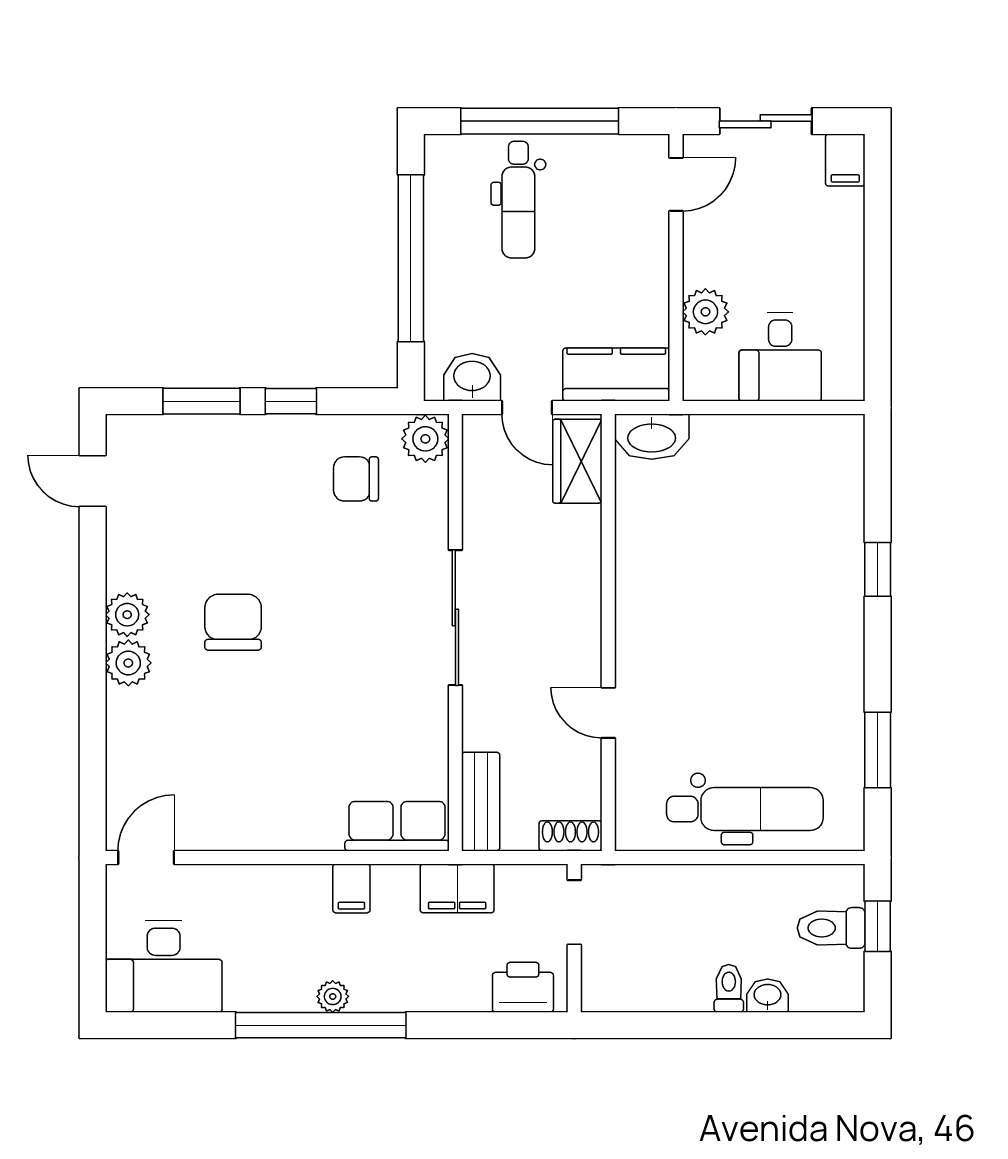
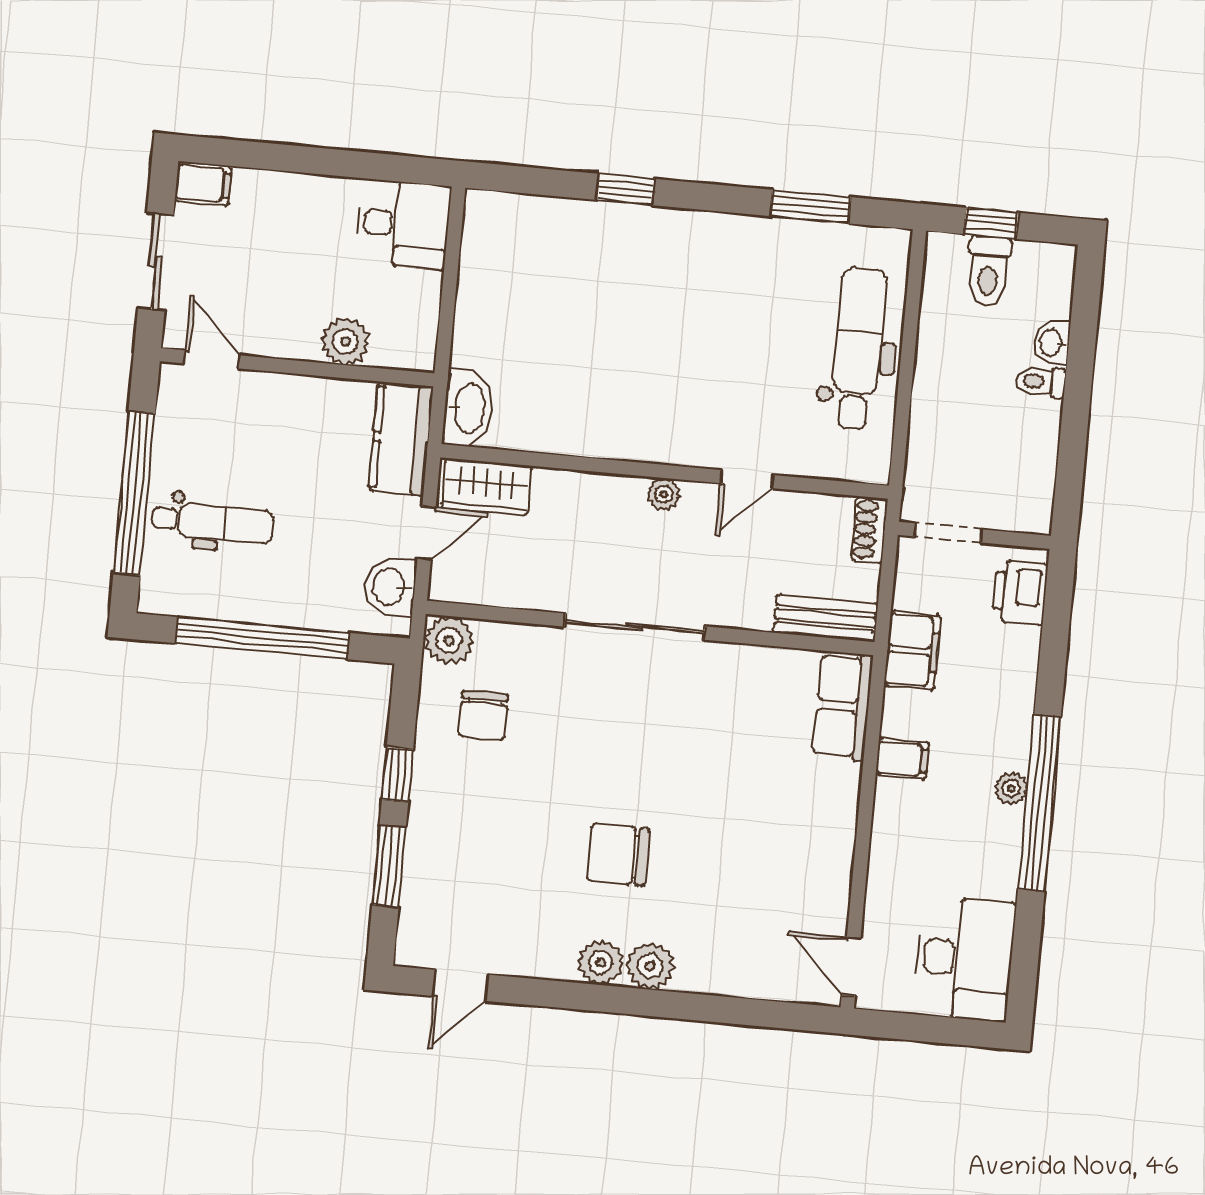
desk: (780, 357) -> (403, 224), moved
plant: (586, 634) -> (664, 494), added

